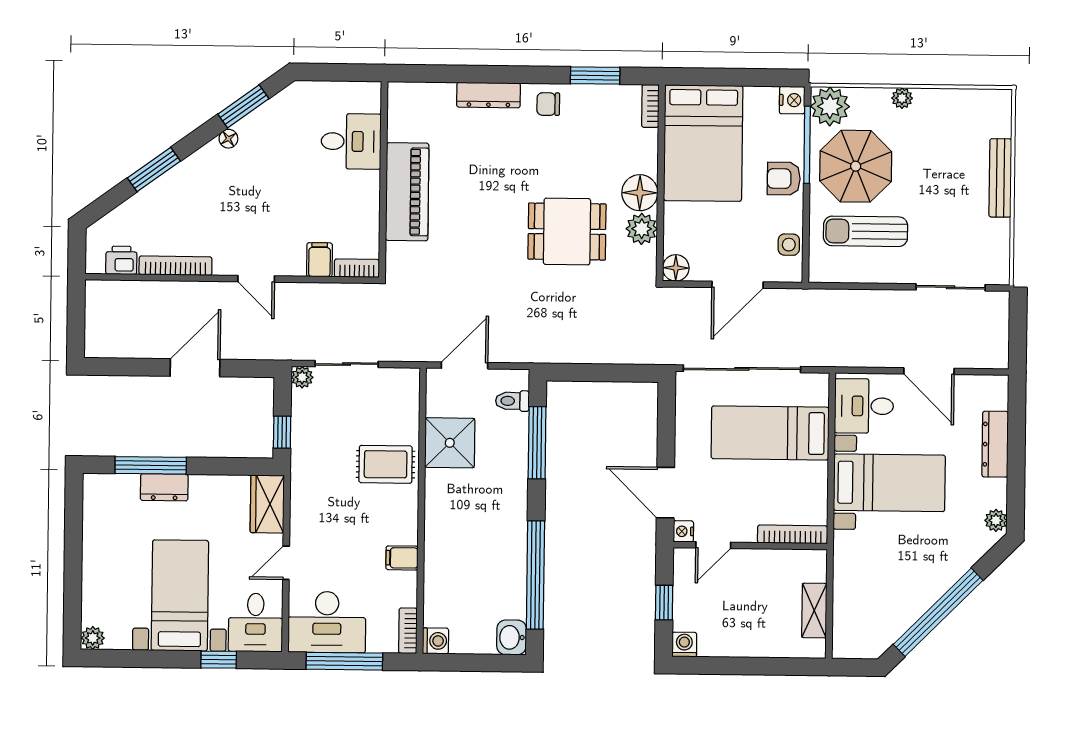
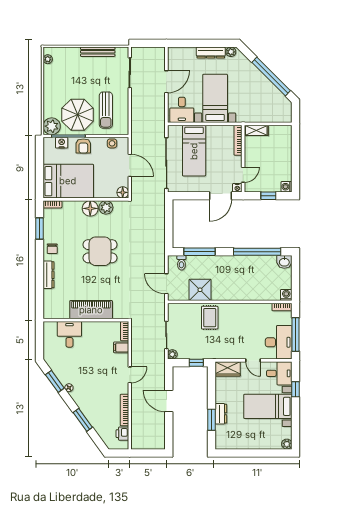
plant: (902, 98) -> (48, 59), moved
nightstand: (792, 100) -> (62, 143), moved
bench: (1000, 178) -> (98, 52), moved
dining table: (567, 232) -> (100, 251), moved, turned 90
dresser: (995, 444) -> (211, 53), moved
window: (151, 465) -> (211, 420), width x0.69
door: (713, 545) -> (243, 175), hinge flipped
filing cabinet: (402, 558) -> (250, 310), removed
shelving: (814, 611) -> (256, 130), moved

